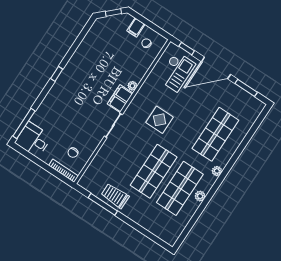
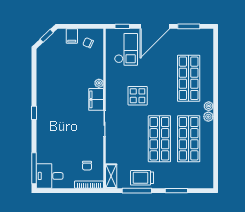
shelving: (88, 176) -> (111, 176), added
plant: (200, 196) -> (208, 117), moved
window: (138, 228) -> (176, 191), added

